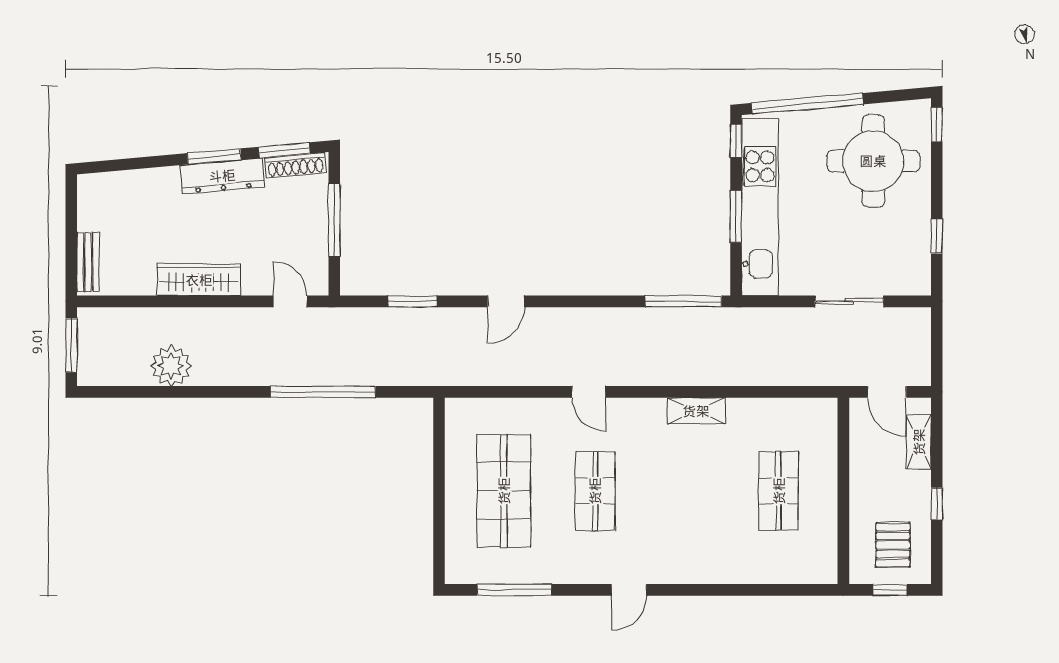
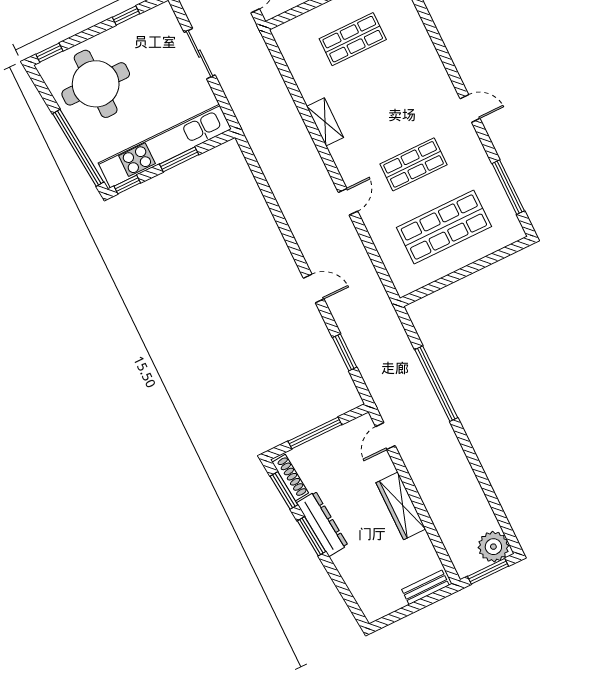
window: (684, 301) -> (255, 167), removed
plant: (171, 366) -> (493, 547), moved

